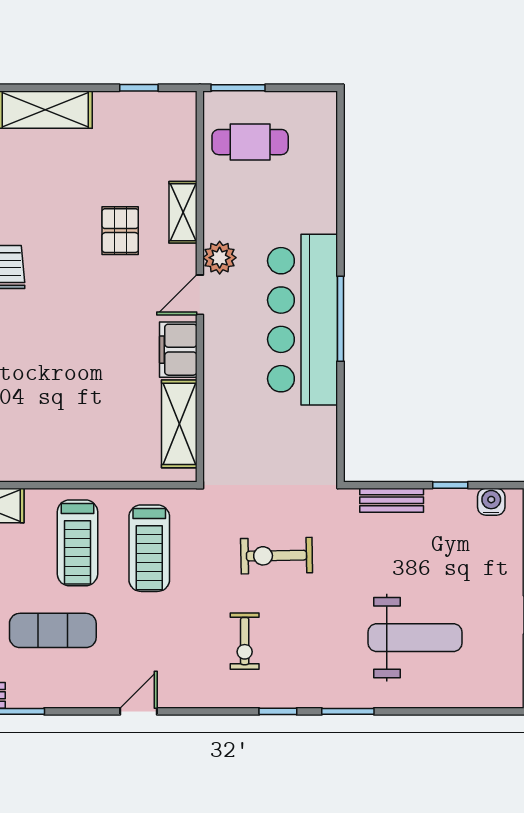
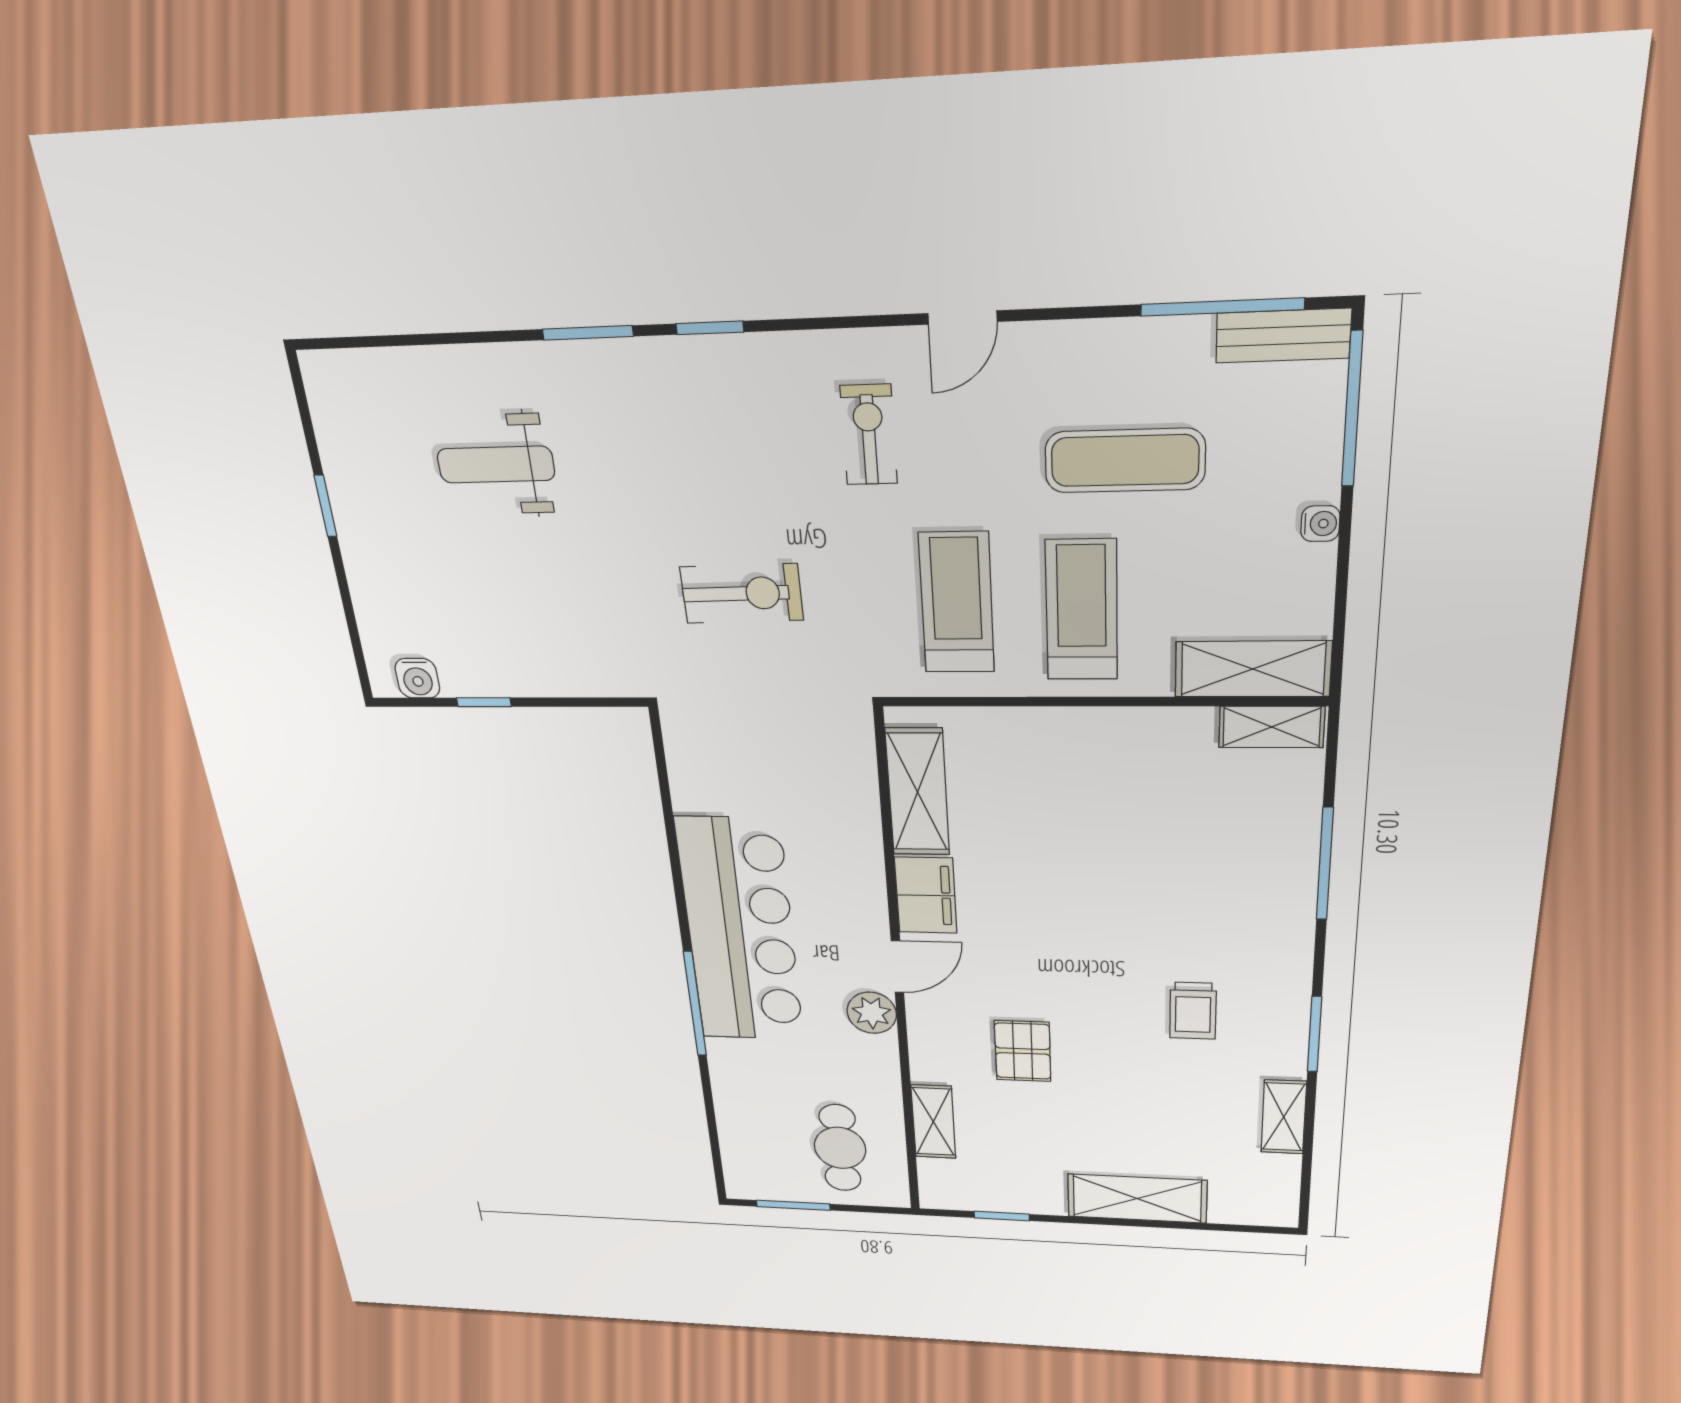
window: (238, 88) -> (793, 1205), moved
cafe table: (250, 142) -> (840, 1148), turned 90
shelving: (183, 212) -> (933, 1122), moved
window: (340, 319) -> (695, 1004), moved
bench: (392, 500) -> (569, 680), removed
weight bench: (415, 638) -> (496, 465), width x0.73, depth x0.75
exercise bike: (245, 641) -> (869, 435), moved

